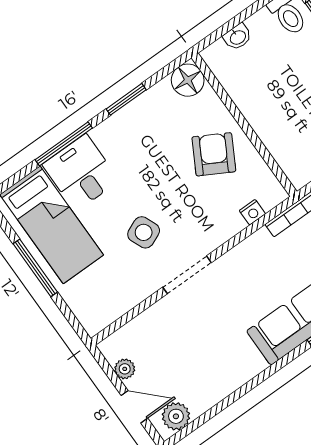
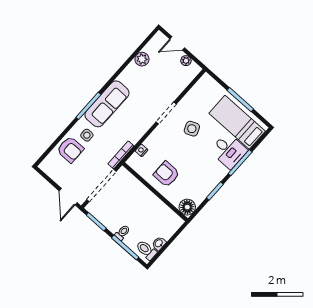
washbasin: (238, 37) -> (159, 243), moved
armchair: (214, 154) -> (166, 174), turned 151
plant: (176, 416) -> (142, 59), moved

